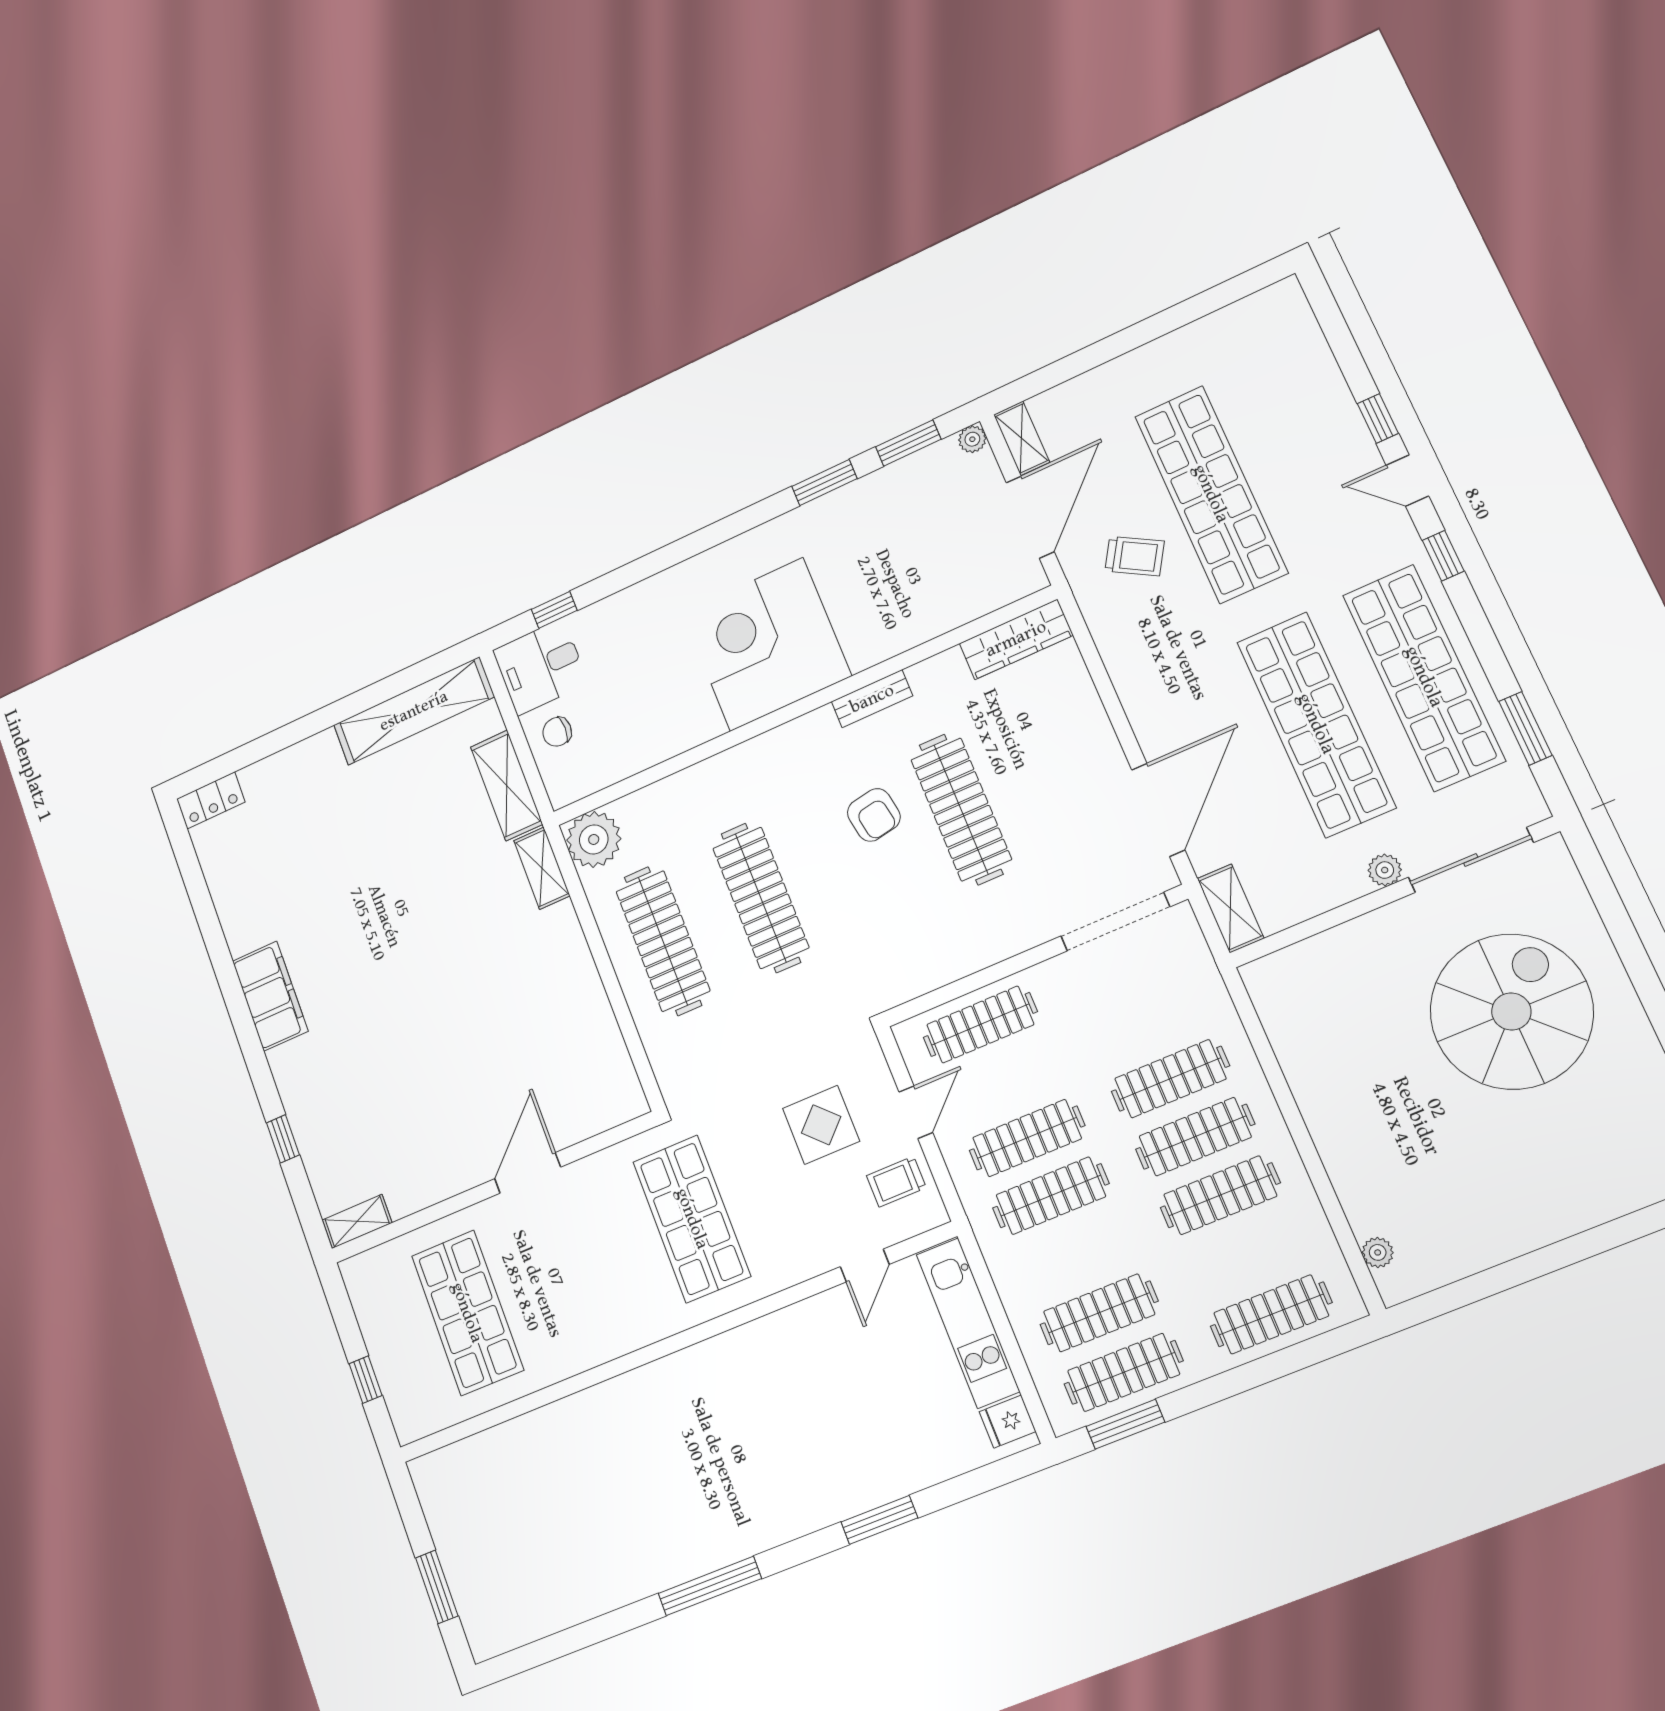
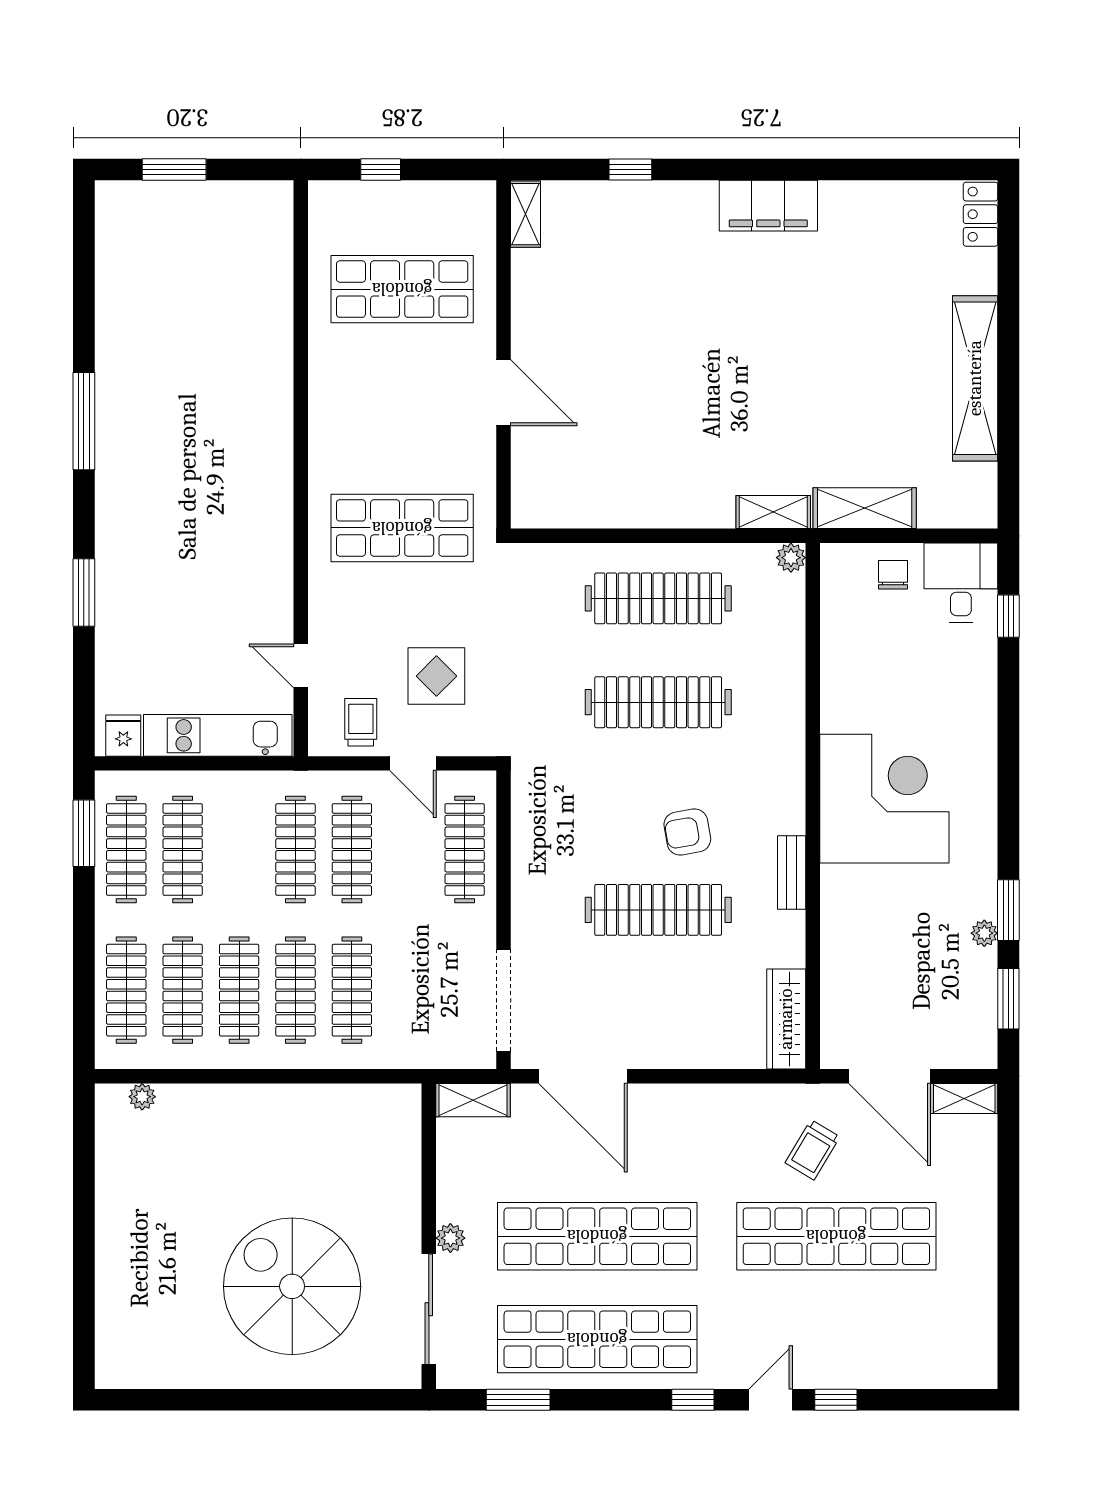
plant: (972, 439) -> (984, 933), moved
shelving: (414, 711) -> (975, 378), moved
plant: (594, 839) -> (791, 558), width x0.53, depth x0.53
spiral stairs: (1511, 1012) -> (292, 1286), turned 180
clothes rail: (1245, 1255) -> (183, 990), added

